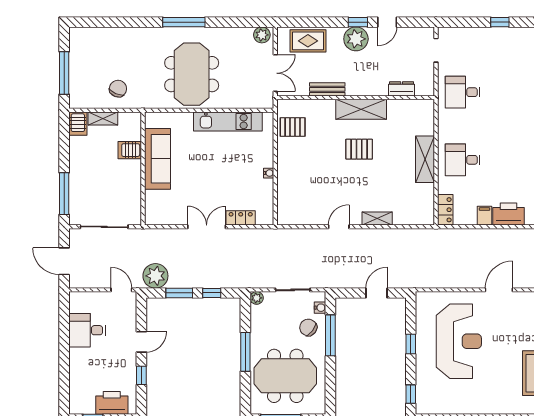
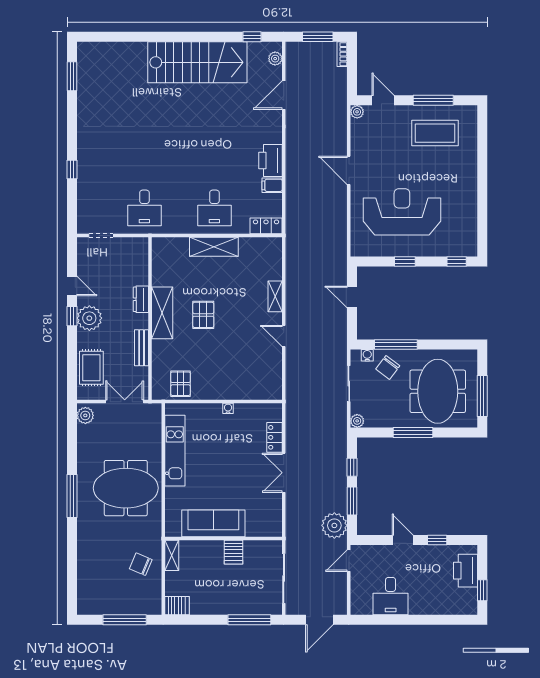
dresser: (402, 89) -> (141, 299), moved
shelving: (103, 118) -> (172, 555), moved
server rack: (130, 150) -> (234, 552), moved

